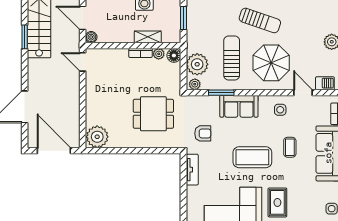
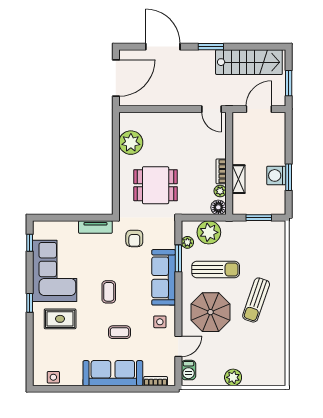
window: (25, 37) -> (211, 47), moved
boiler: (91, 37) -> (238, 118), removed
door: (83, 62) -> (212, 109), swing flipped
plant: (195, 84) -> (187, 242), moved
sofa: (239, 106) -> (164, 277), width x1.36
dining table: (153, 114) -> (156, 185), turned 90
plant: (97, 137) -> (131, 143), moved
coffee table: (252, 157) -> (109, 292), width x0.54, depth x0.58

